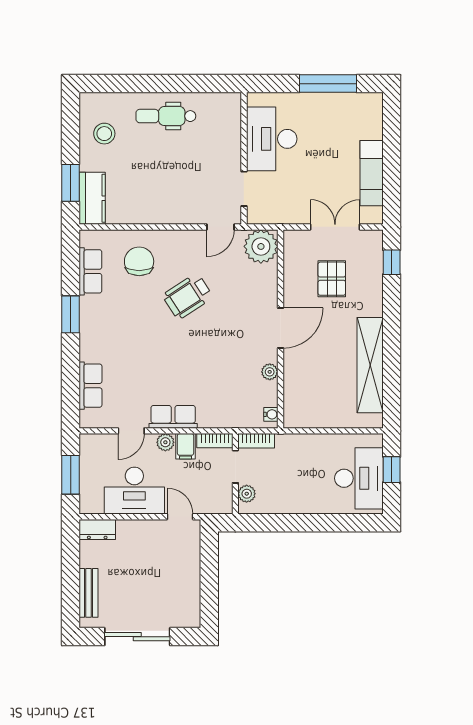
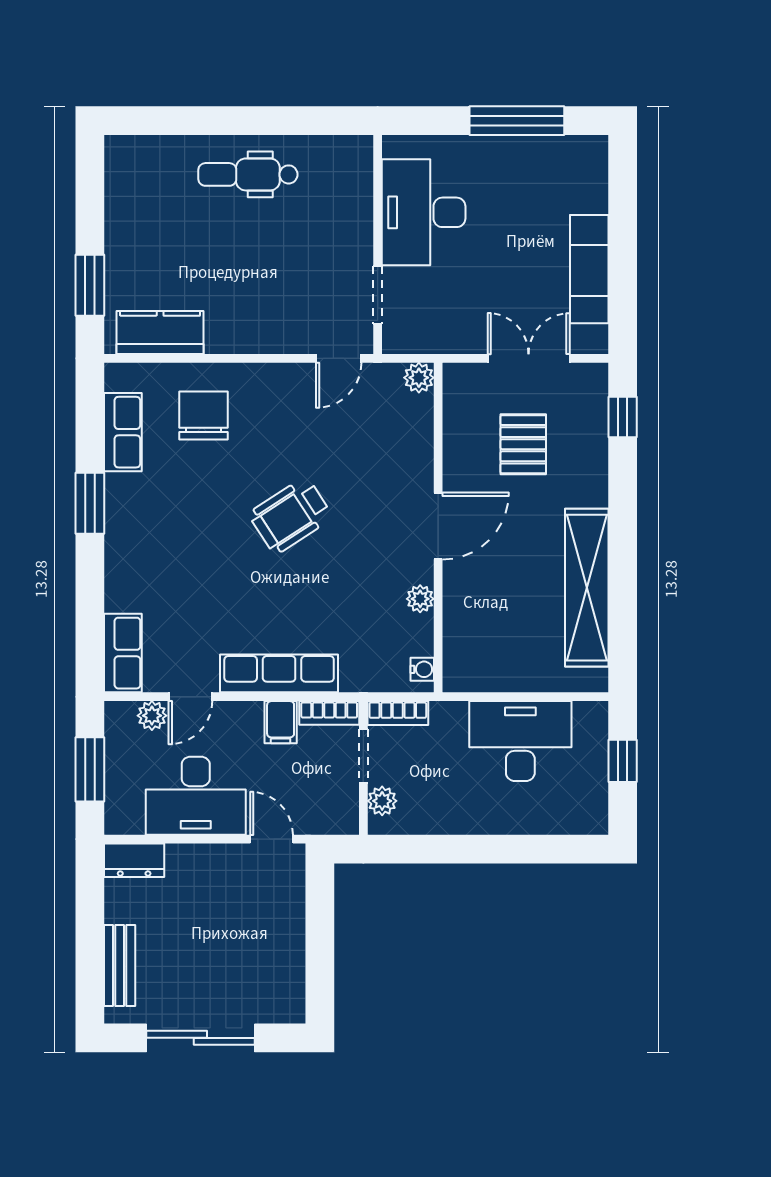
stool: (104, 134) -> (146, 204), removed
kitchen counter: (92, 198) -> (160, 332), moved, turned -90
plant: (261, 246) -> (419, 378), width x0.53, depth x0.53
wheelchair: (188, 296) -> (291, 516), moved
row of seats: (90, 386) -> (123, 653), moved
row of seats: (173, 417) -> (279, 673), width x1.48
plant: (165, 442) -> (152, 716), moved
desk: (359, 478) -> (520, 741), moved, turned -90

